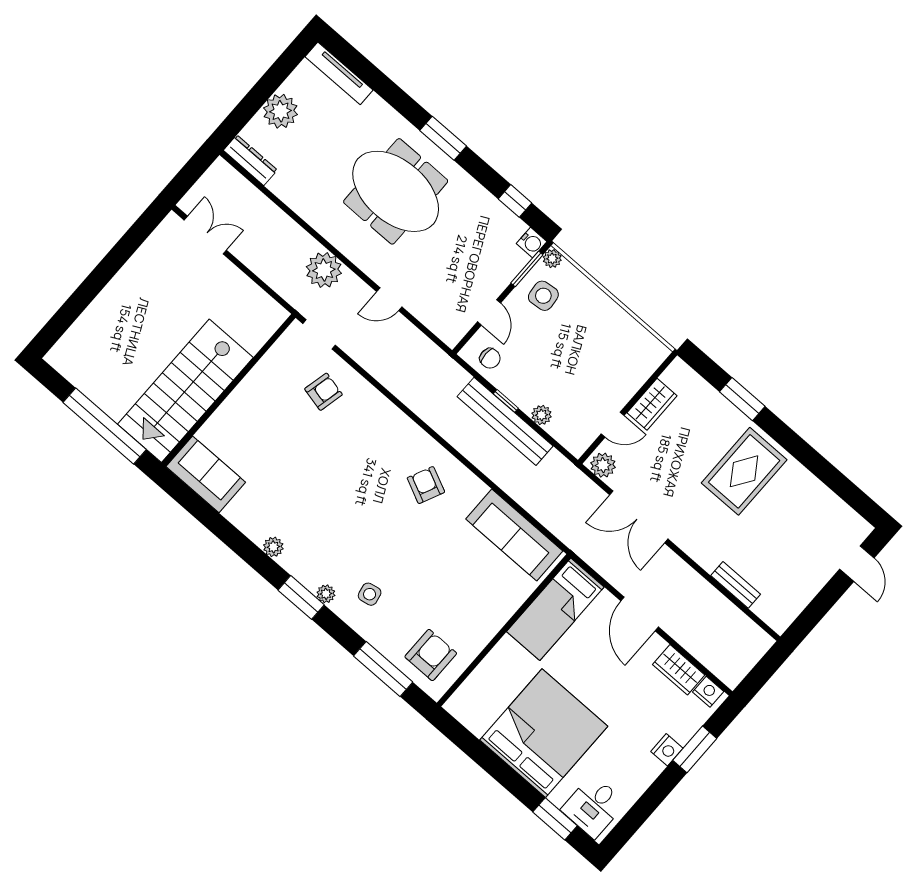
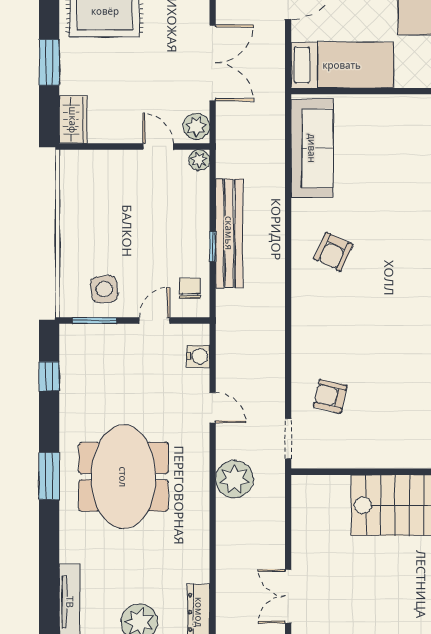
water cooler: (532, 243) -> (198, 356), moved, turned 90
plant: (552, 259) -> (69, 308), removed
wardrobe: (652, 404) -> (73, 120), moved, turned 90
plant: (542, 415) -> (199, 160), moved

